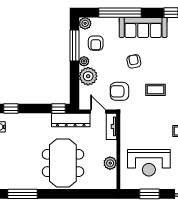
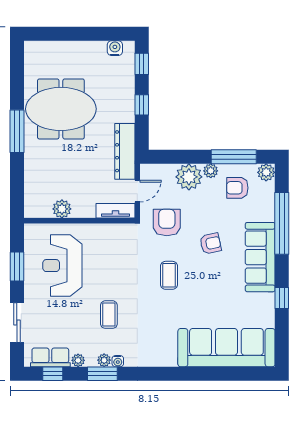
window: (59, 109) -> (142, 105), moved
meeting table: (63, 163) -> (61, 109), moved
window: (23, 194) -> (17, 131), moved

